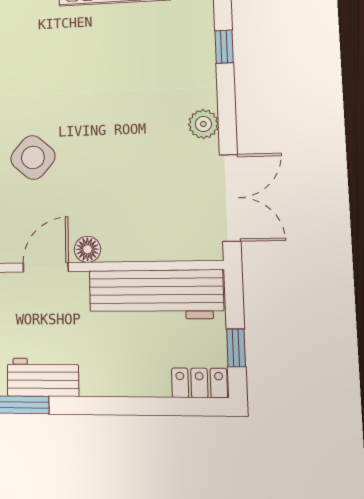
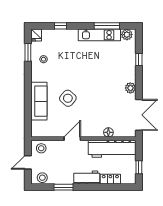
floor lamp: (87, 249) -> (108, 132), moved
workbench: (43, 377) -> (87, 178), moved
locker: (199, 383) -> (110, 179), moved

